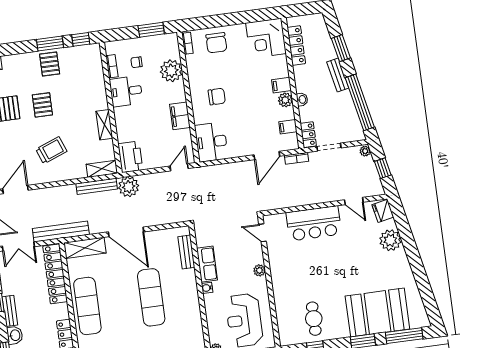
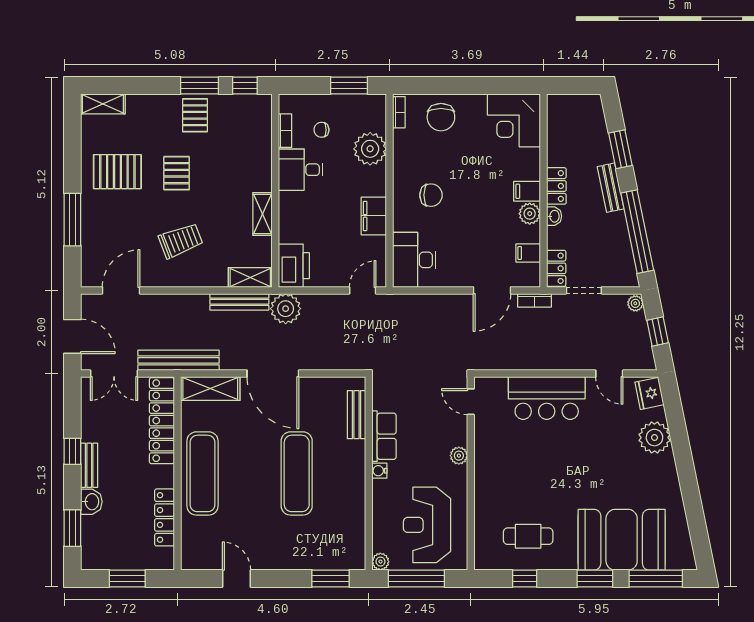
locker: (296, 46) -> (556, 186), moved, width x0.66
cafe table: (314, 319) -> (528, 536), turned 90

